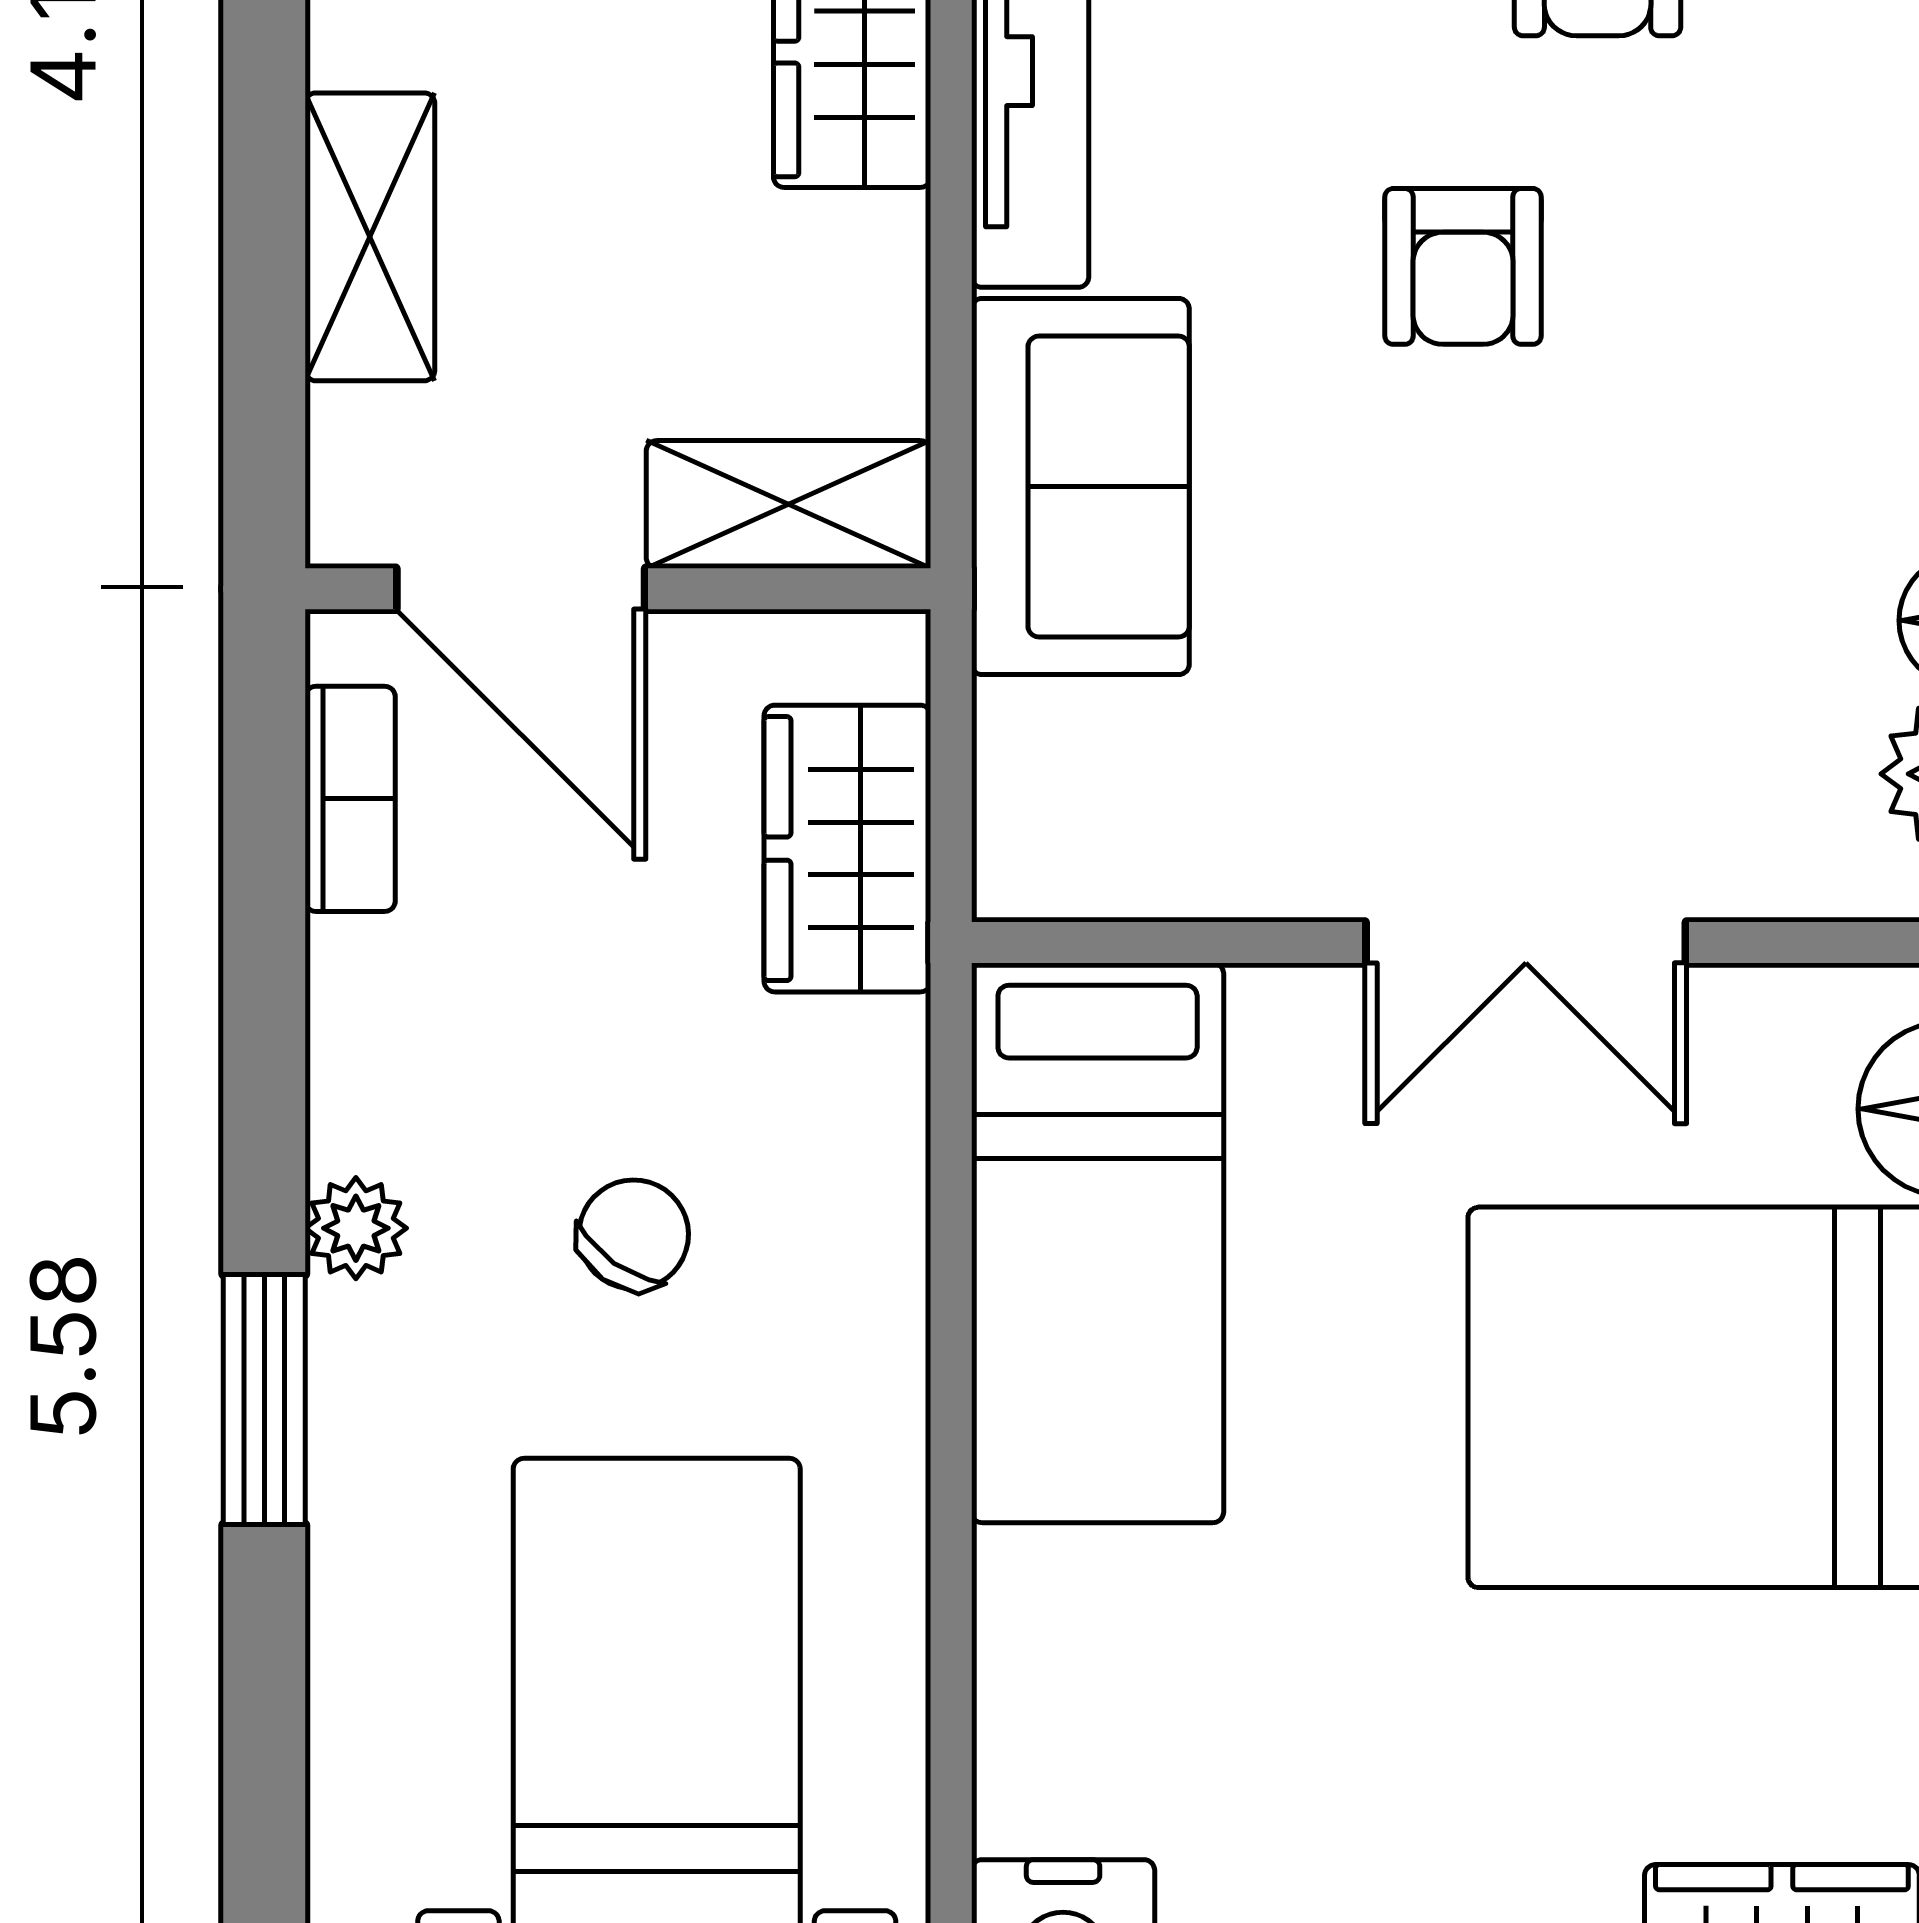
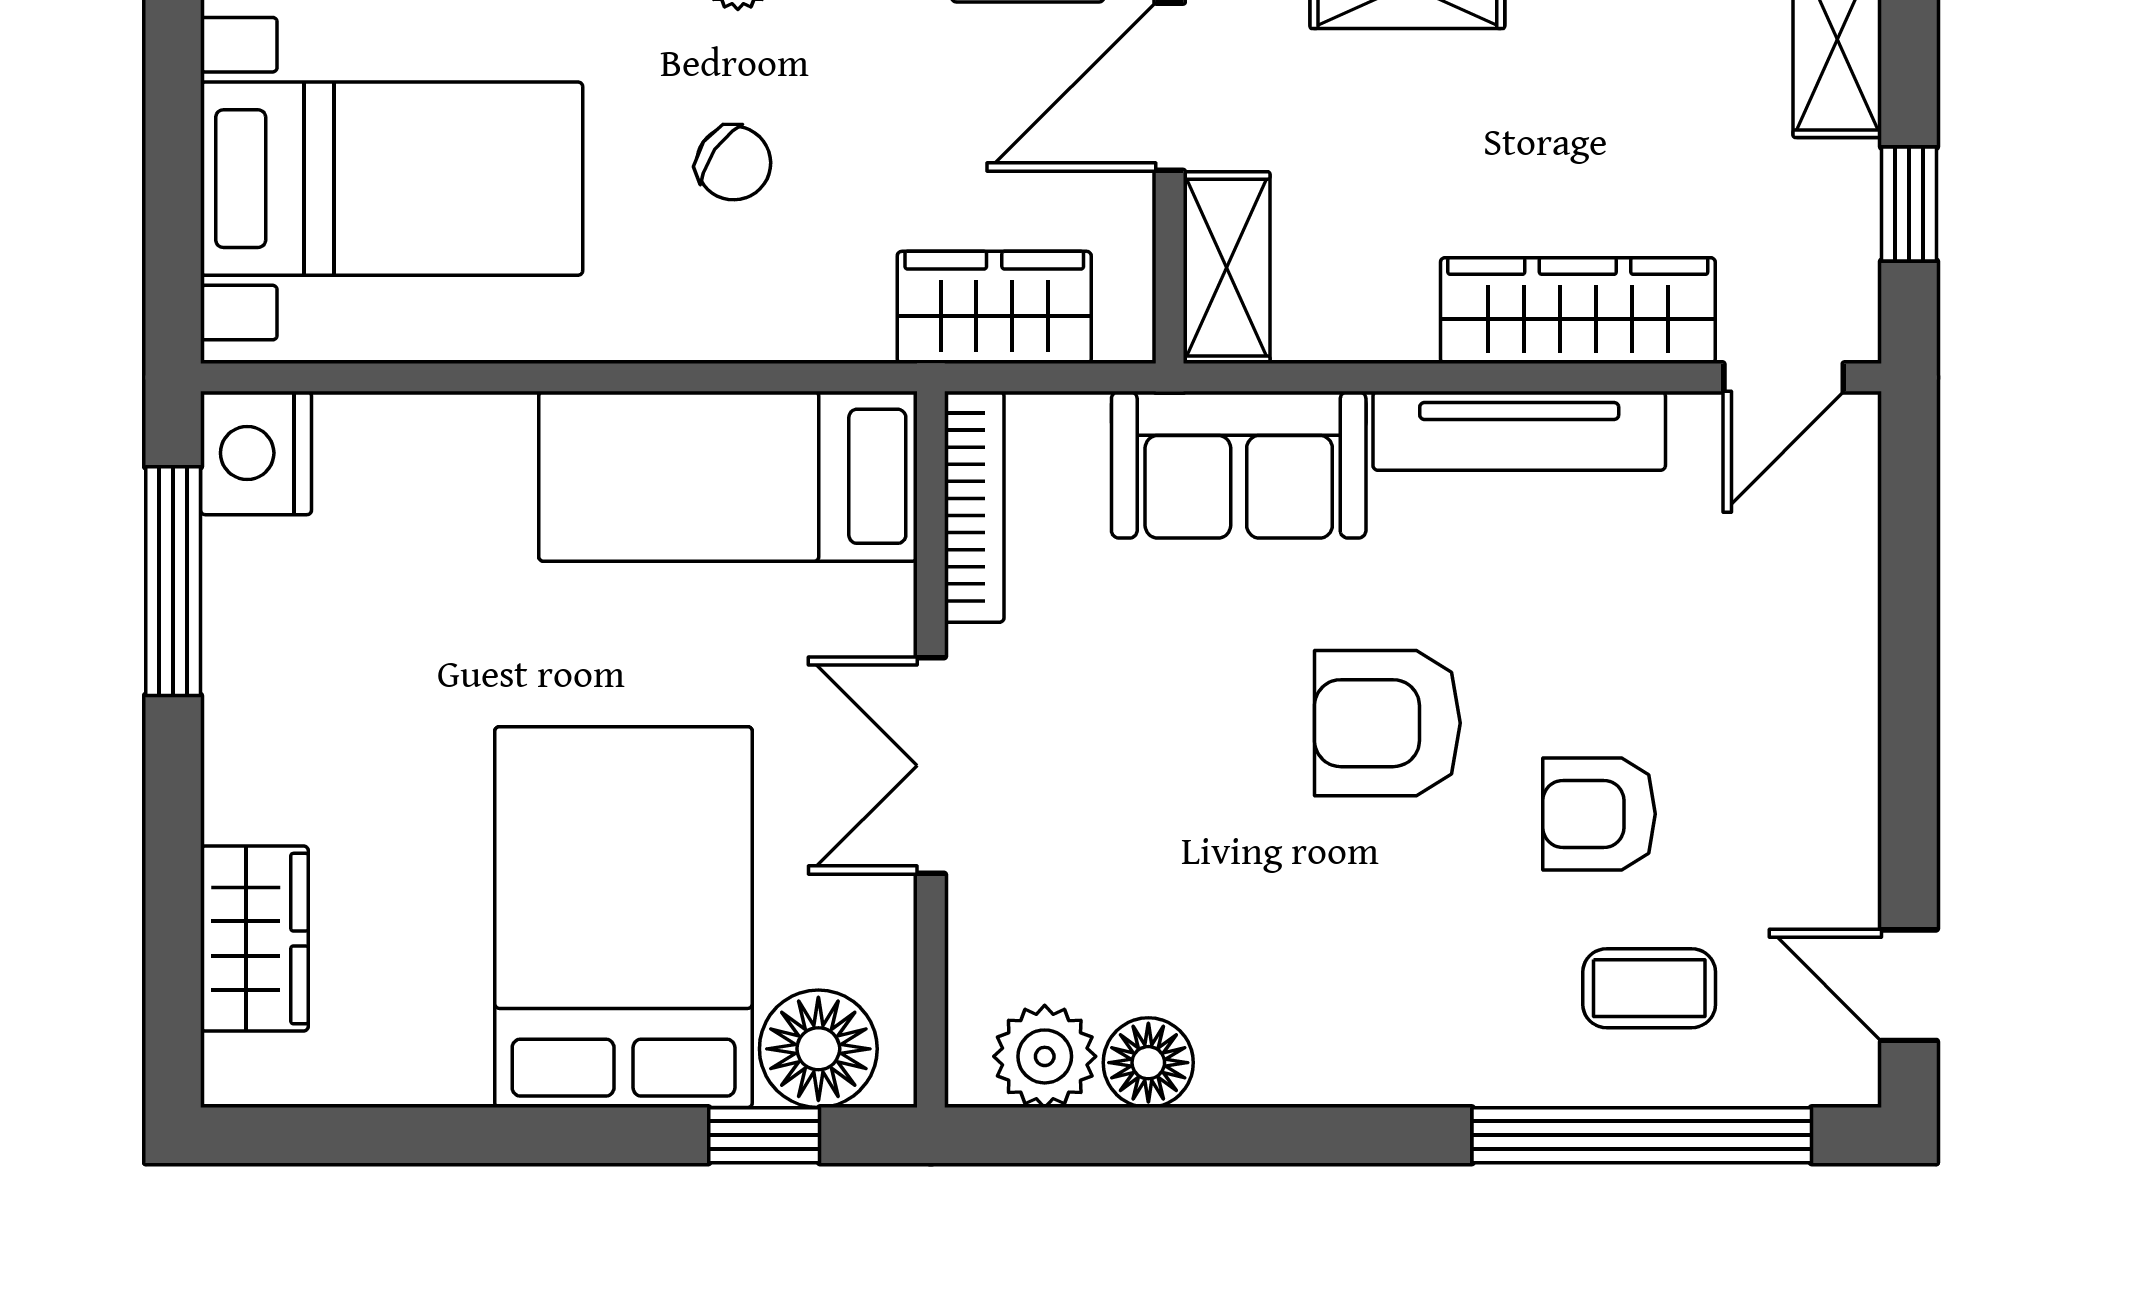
armchair: (1463, 266) -> (1387, 723), width x1.38, depth x1.38
bookcase: (1143, 878) -> (974, 507), added

